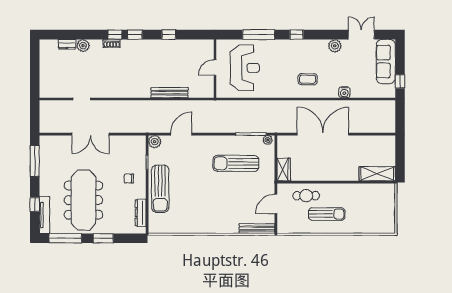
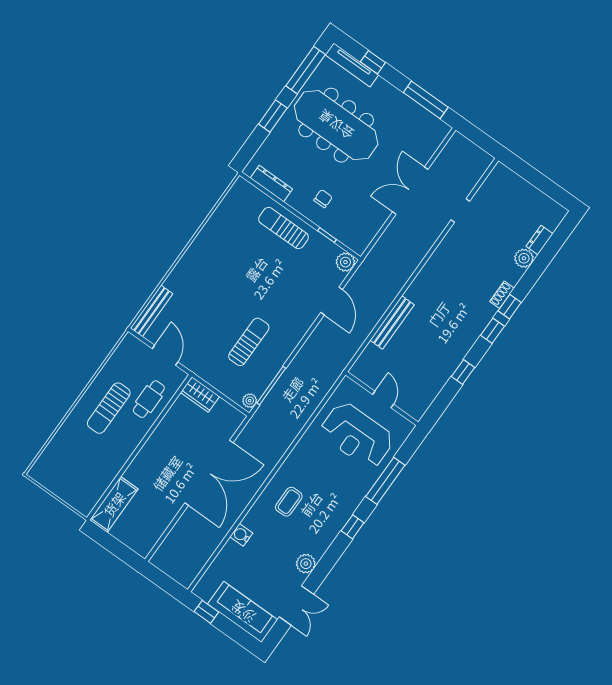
sun lounger: (236, 163) -> (249, 342), width x0.73, depth x0.75
sun lounger: (160, 189) -> (284, 228), width x0.73, depth x0.75

